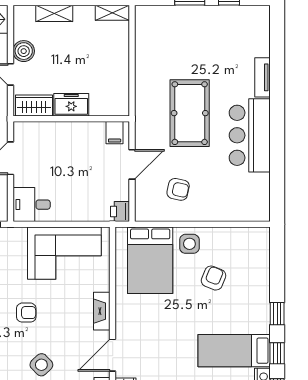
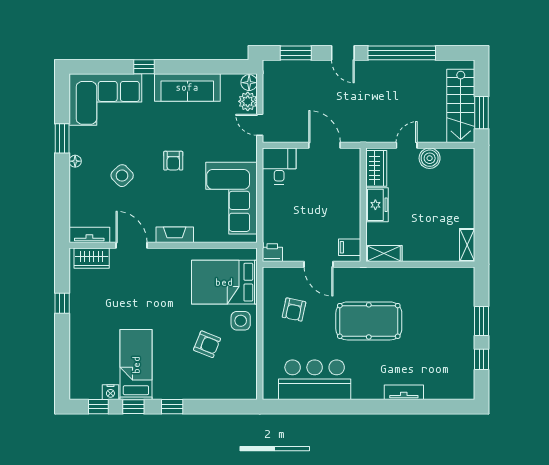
shelving: (54, 13) -> (384, 254), moved, turned 90
bar counter: (250, 135) -> (315, 380), moved

